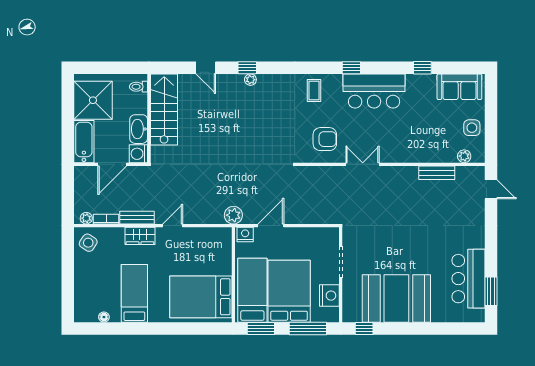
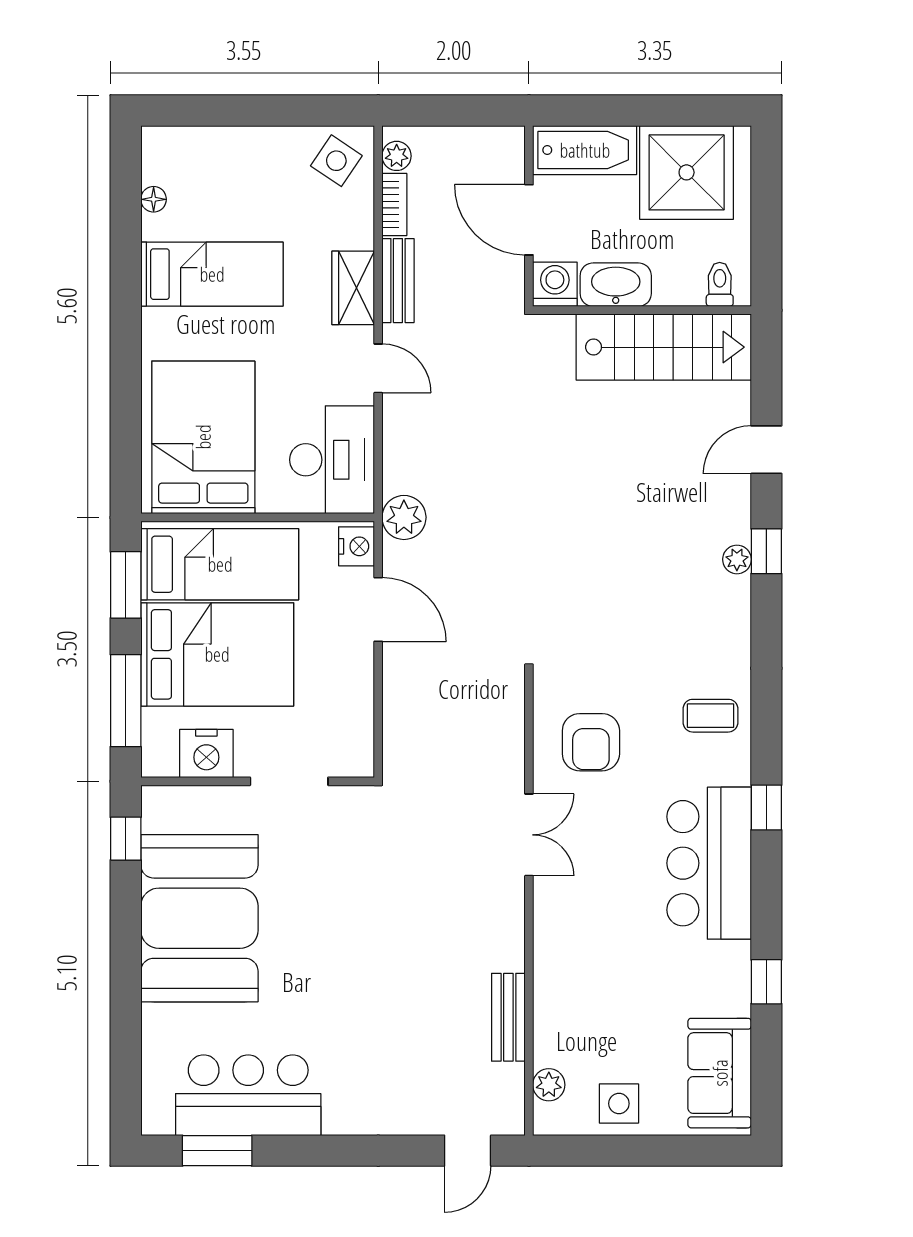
desk: (210, 244) -> (332, 460), added

